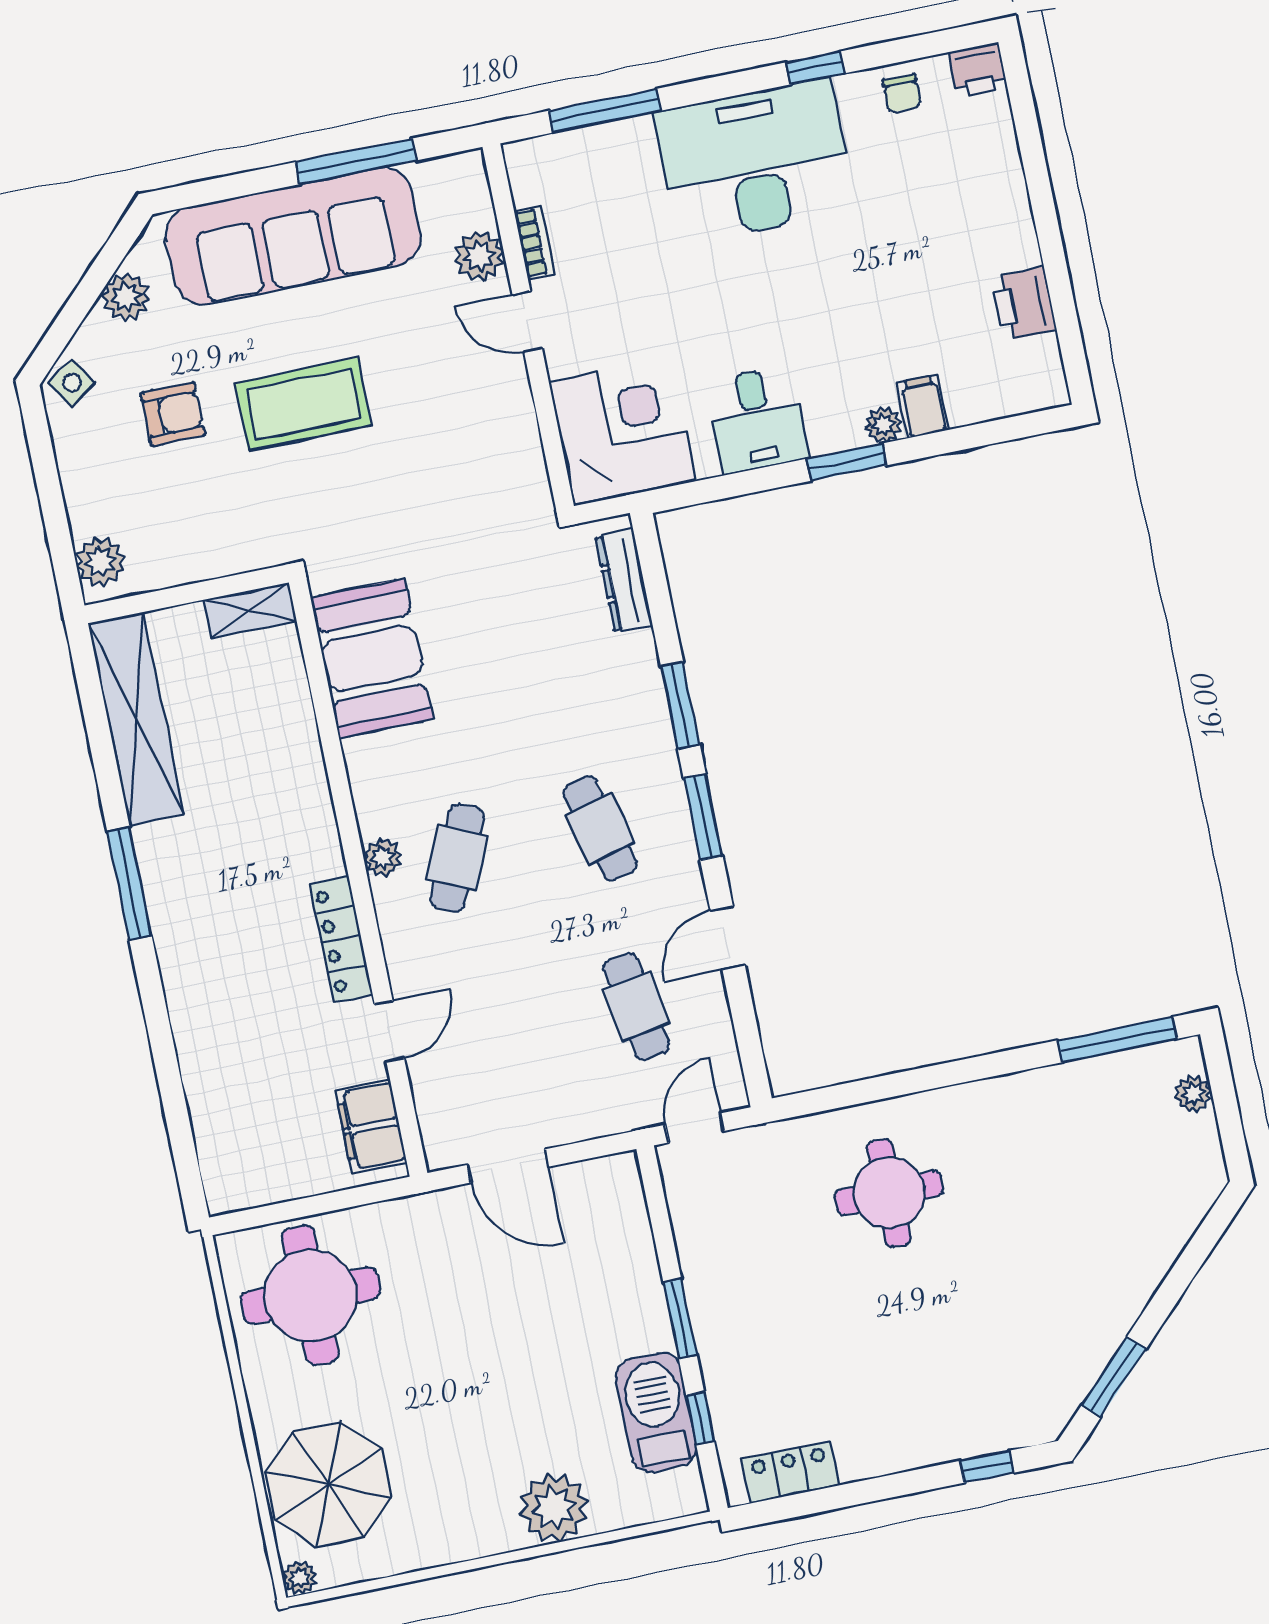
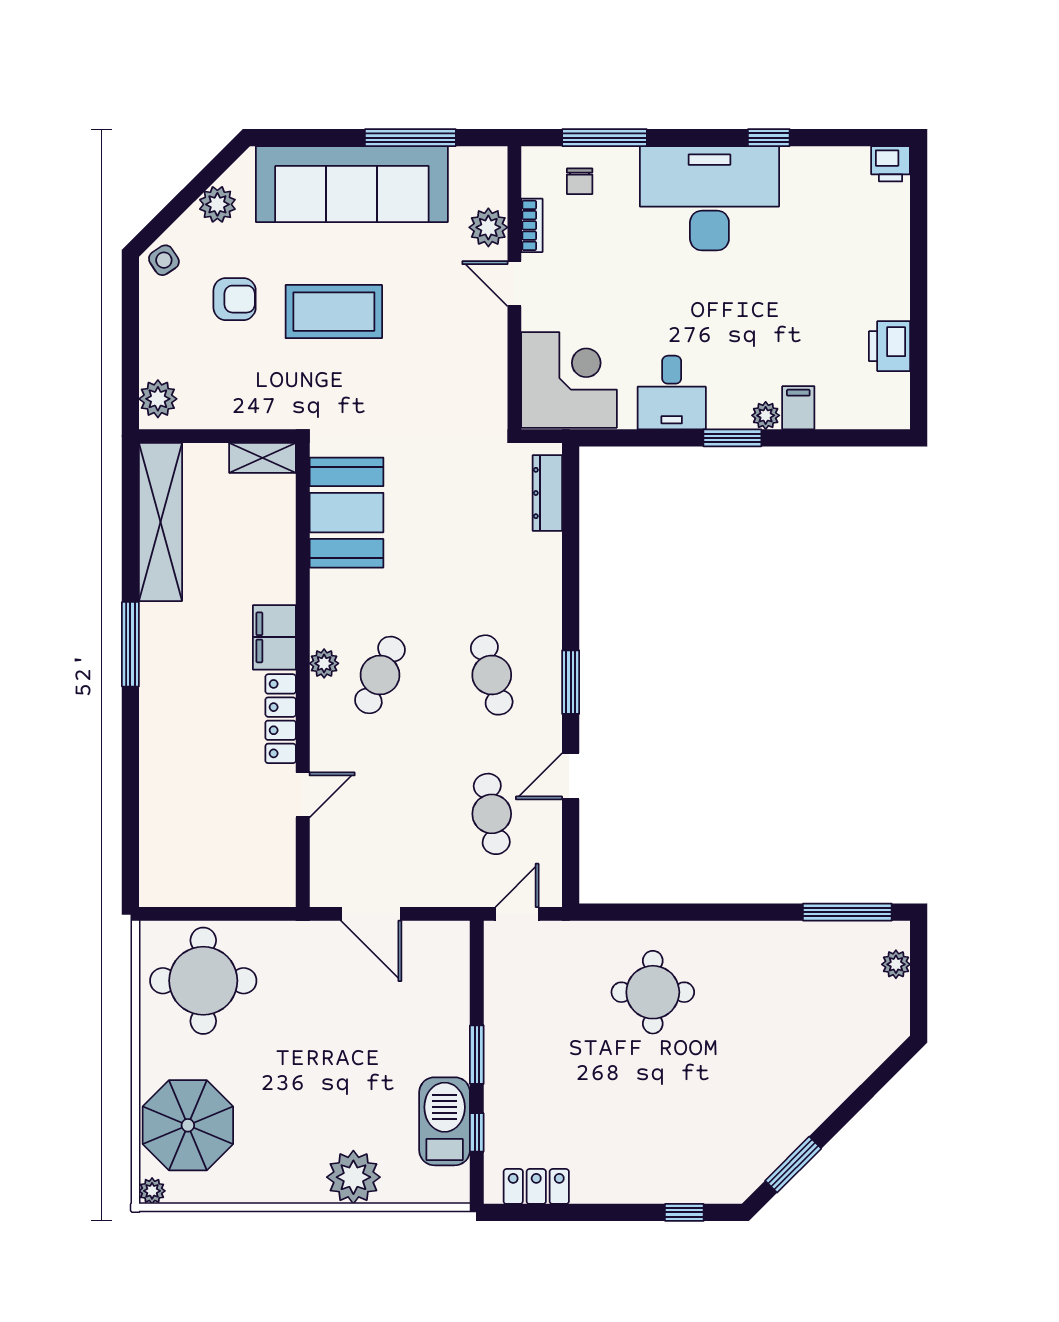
chair: (902, 93) -> (580, 181), moved
window: (680, 705) -> (571, 595), removed
filing cabinet: (371, 1126) -> (274, 637), moved

